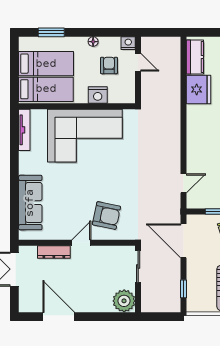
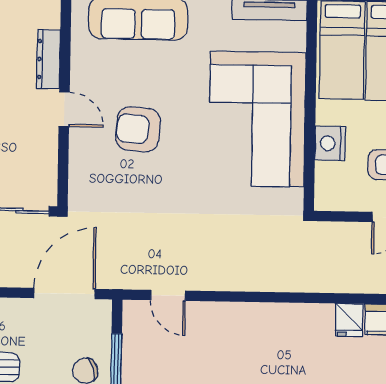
fridge: (199, 89) -> (349, 320), width x0.53, depth x0.75
armchair: (106, 216) -> (138, 129), moved, turned 83

